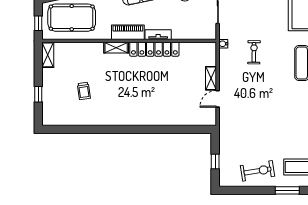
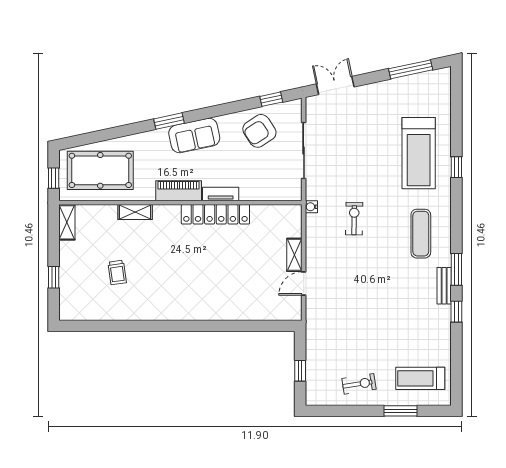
shelving: (116, 48) -> (135, 212), moved
exercise bike: (257, 171) -> (359, 384), width x0.73, depth x0.72

